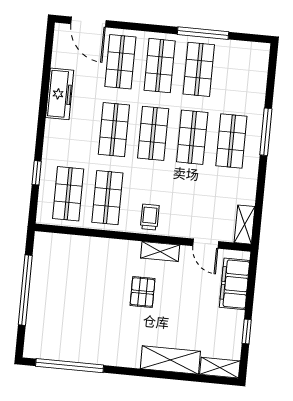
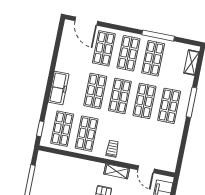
freezer: (60, 94) -> (59, 88), moved
window: (37, 173) -> (40, 129), moved
shelving: (245, 225) -> (192, 63), moved

